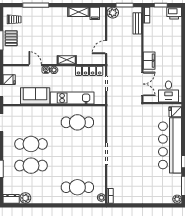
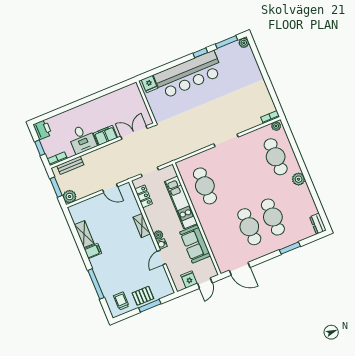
filing cabinet: (95, 13) -> (93, 251), moved
locker: (89, 71) -> (144, 196), width x0.66
desk: (168, 92) -> (82, 139), moved, turned 90
plant: (25, 198) -> (299, 179), moved

